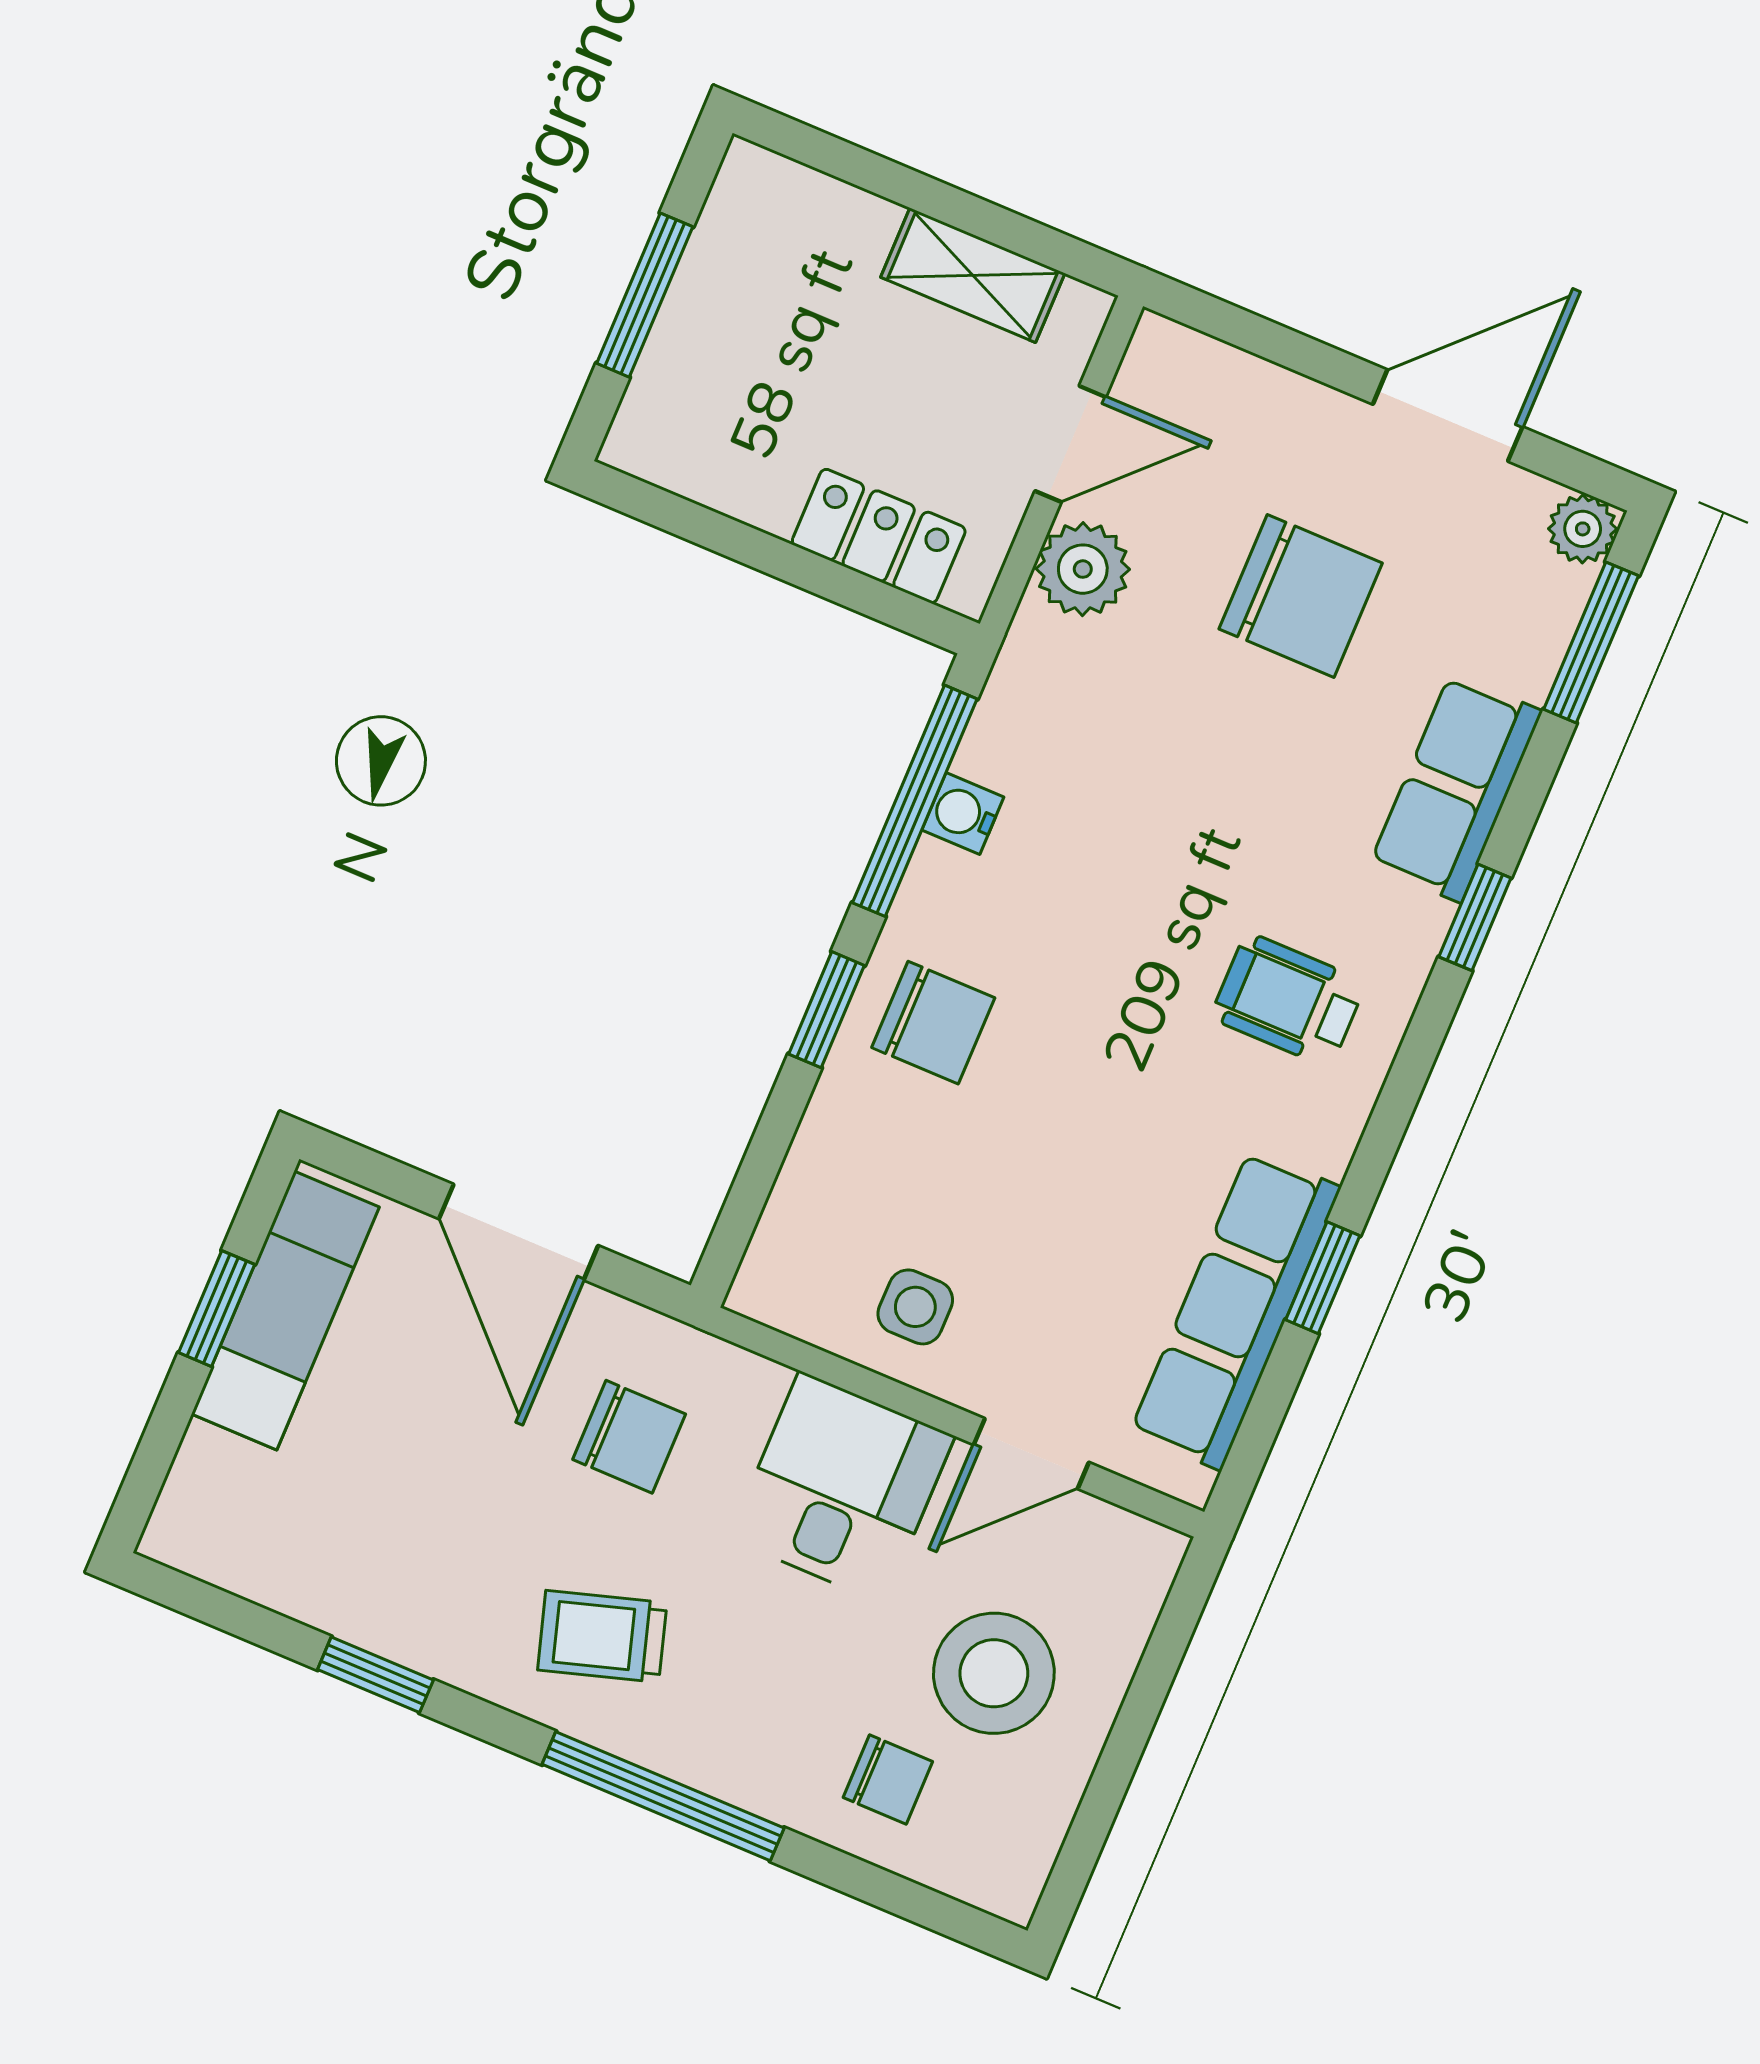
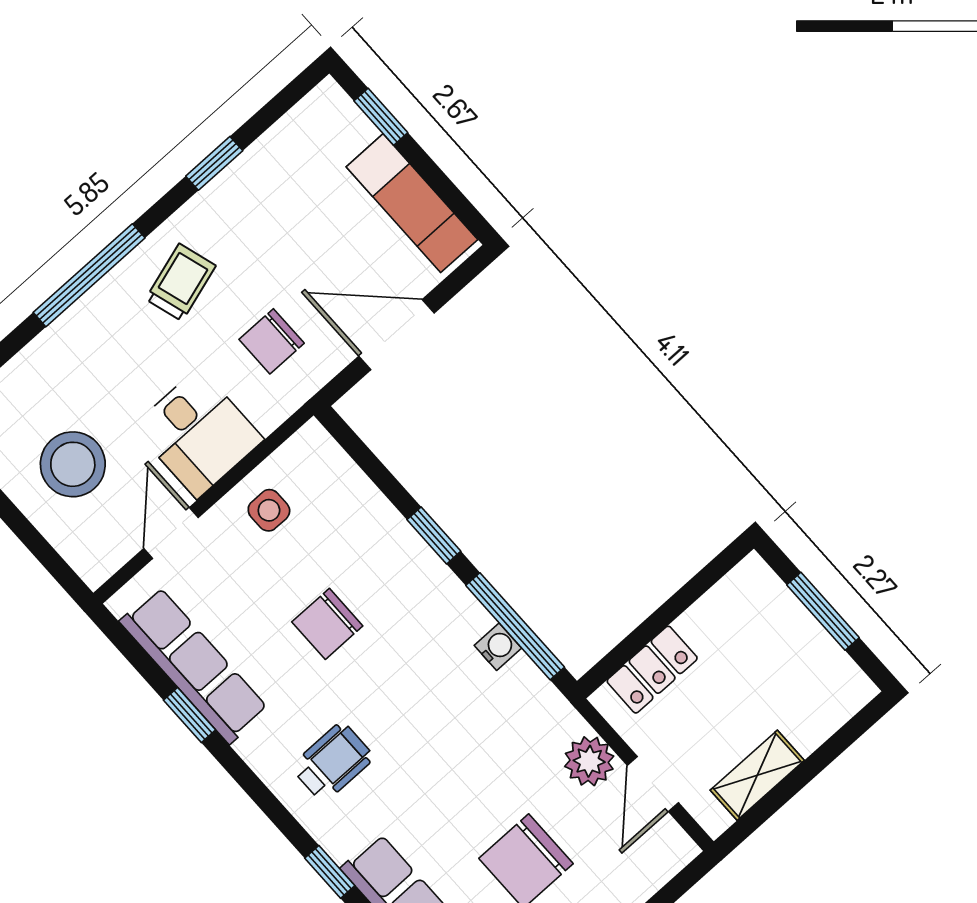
chair: (933, 1023) -> (327, 624), moved
window: (217, 1309) -> (381, 117), moved
chair: (888, 1779) -> (46, 388), removed

